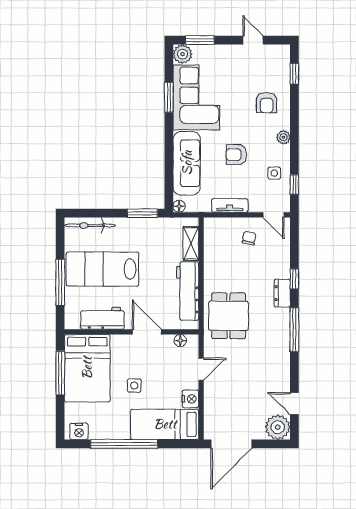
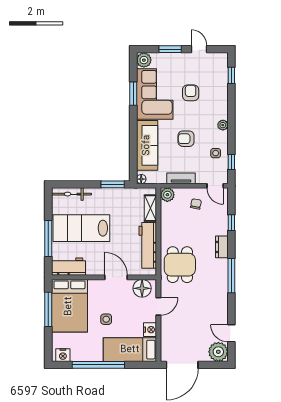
window: (200, 40) -> (170, 49), moved
armchair: (267, 103) -> (191, 93), moved, turned 180
plant: (213, 226) -> (167, 195), added
window: (294, 279) -> (231, 223), moved
workbench: (102, 318) -> (68, 267), moved
floor lamp: (180, 341) -> (142, 288), width x1.89, depth x1.89

